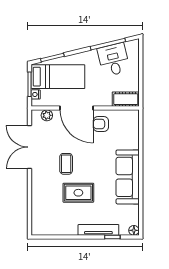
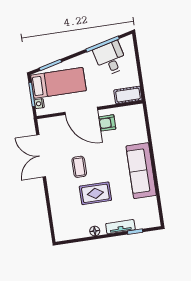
plant: (47, 115) -> (53, 122), removed
tv unit: (98, 230) -> (120, 227), width x0.71
floor lamp: (134, 230) -> (95, 231), moved

